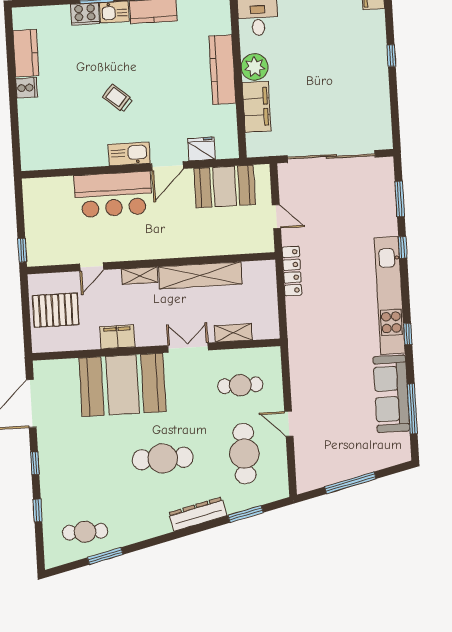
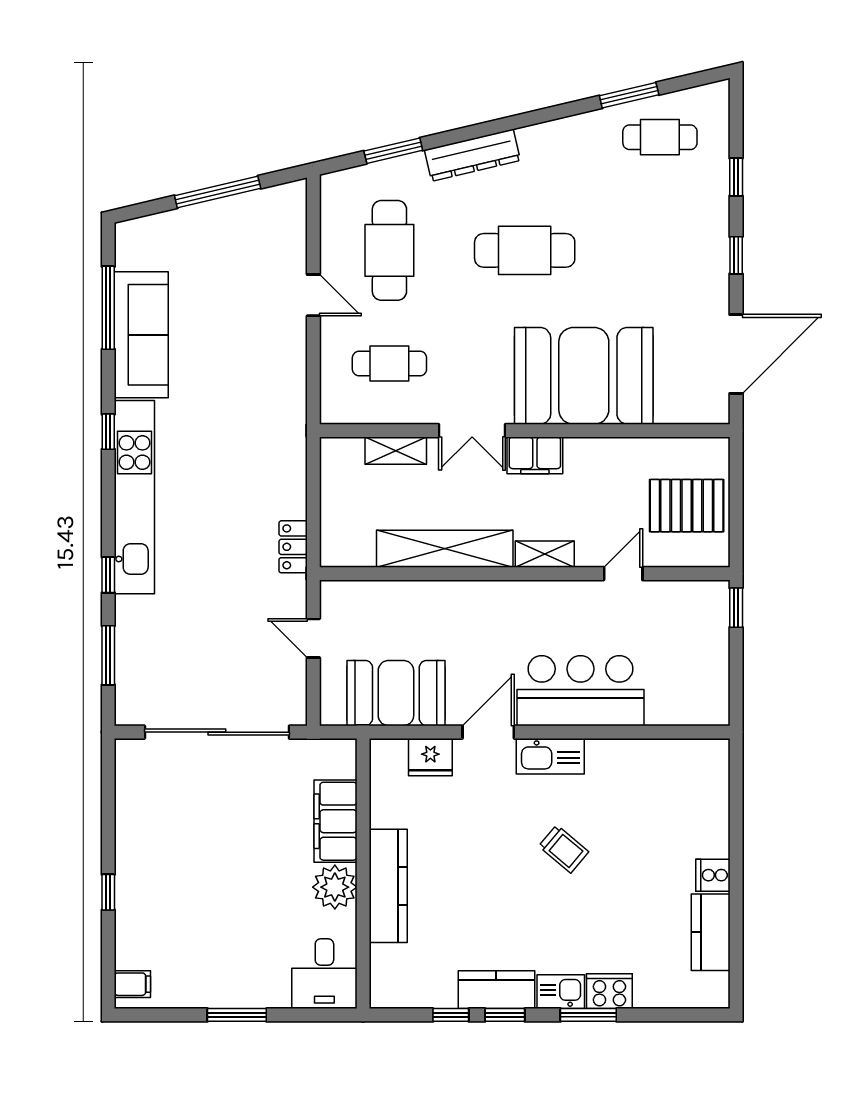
locker: (292, 271) -> (293, 547), width x0.66
filing cabinet: (117, 337) -> (535, 455), moved

